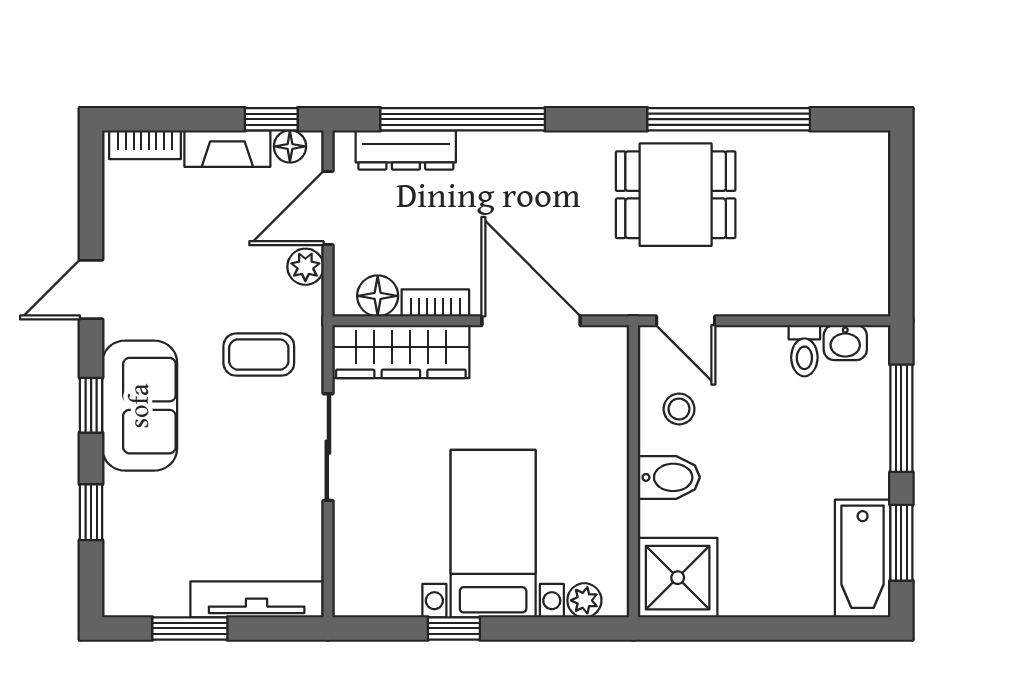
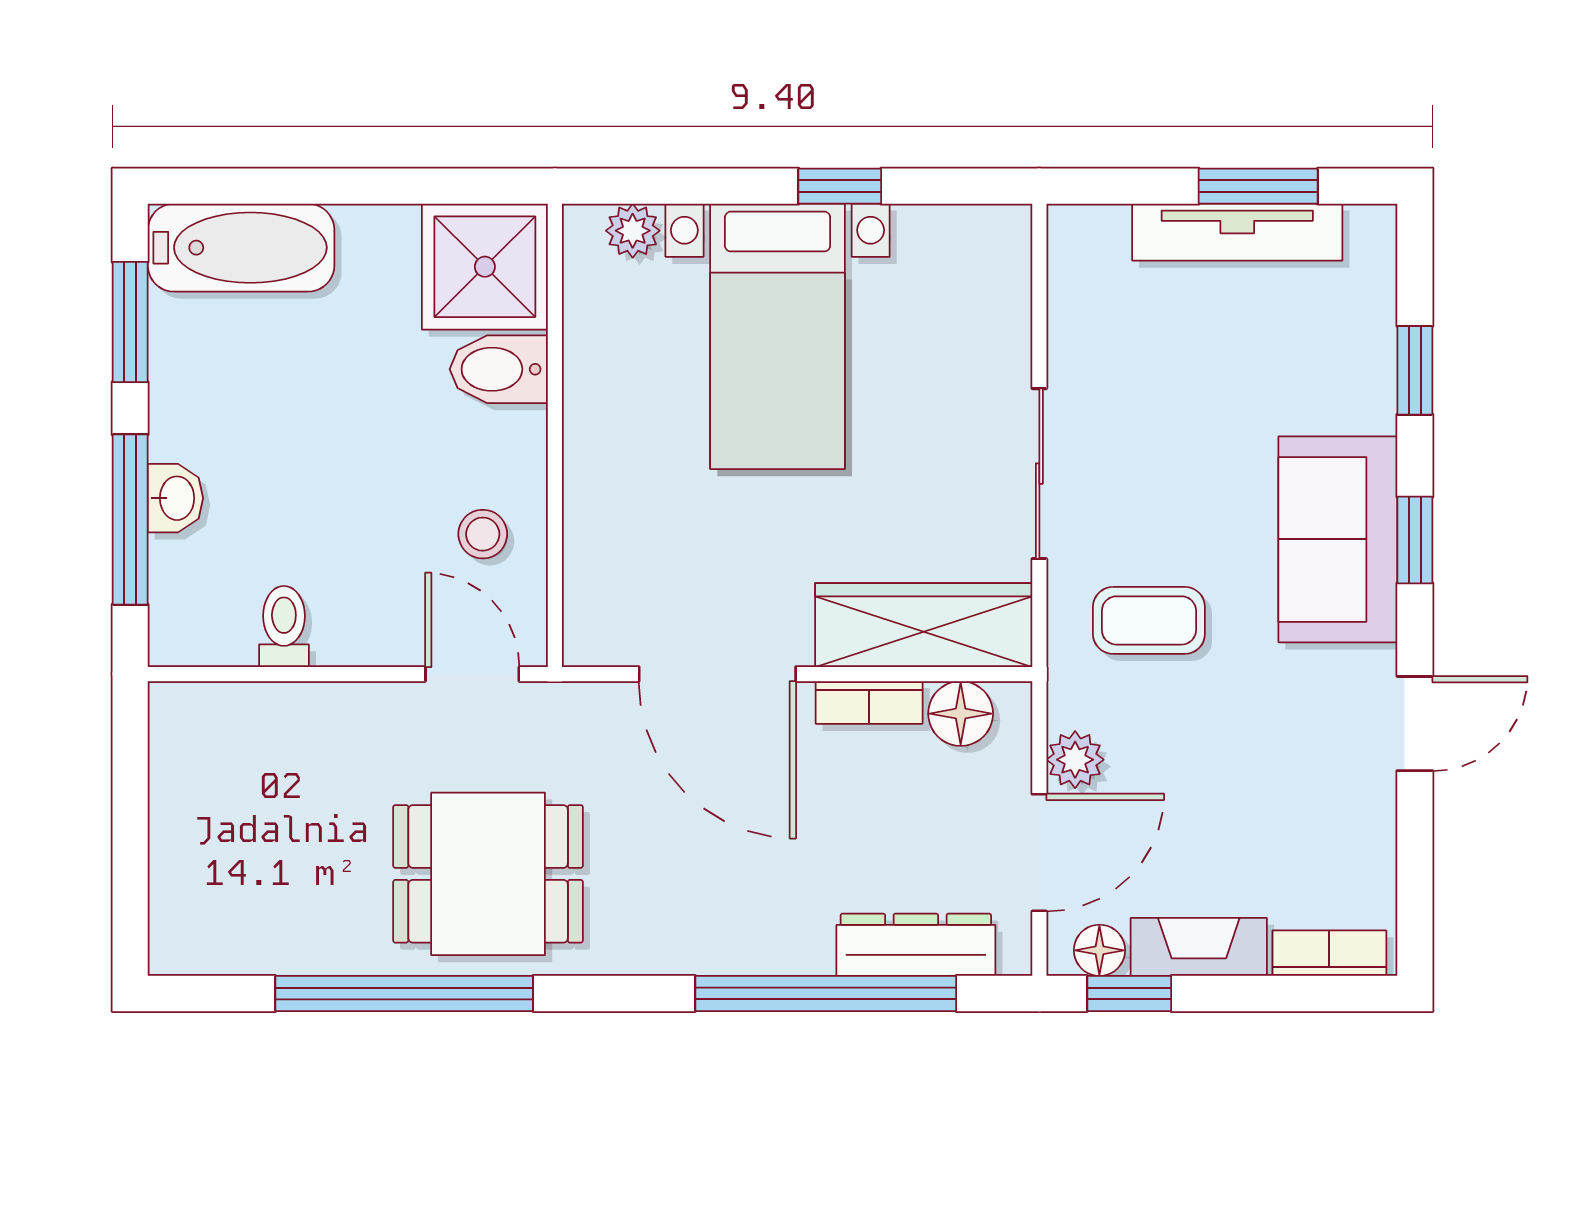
washbasin: (845, 343) -> (175, 498), moved, turned 90
bidet: (669, 477) -> (499, 369), moved
bathtub: (863, 559) -> (241, 248), moved, turned 90
tv unit: (257, 599) -> (1237, 232), moved

